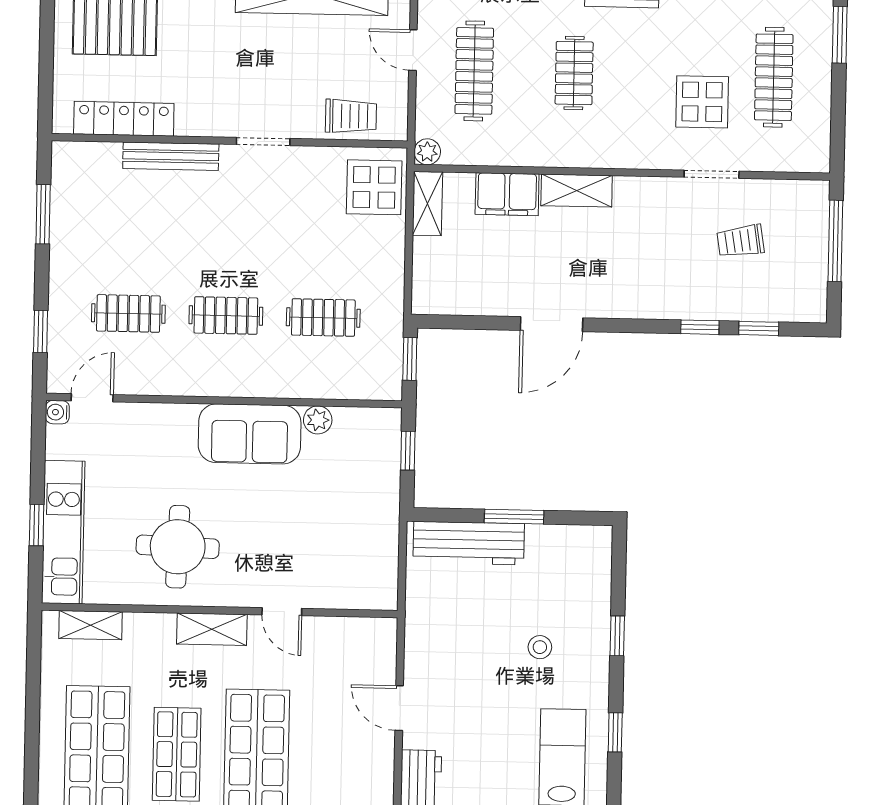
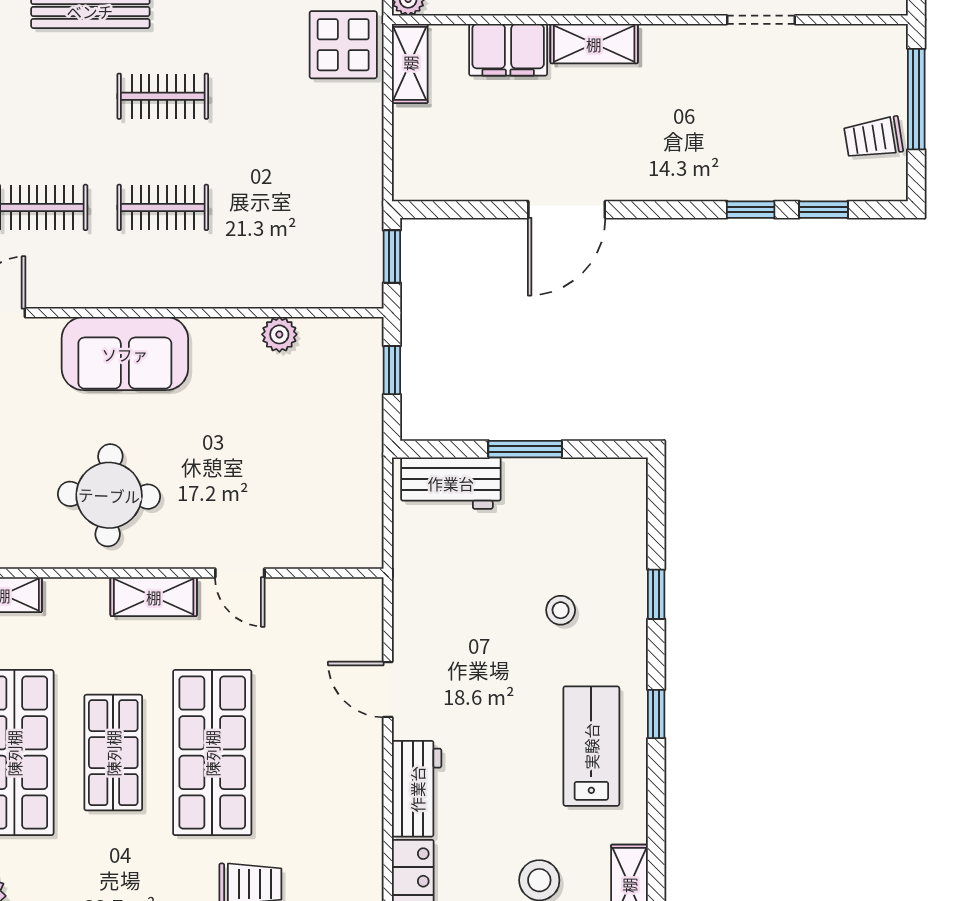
trolley: (740, 241) -> (873, 138), moved
clothes rail: (323, 318) -> (163, 96), moved
sofa: (250, 434) -> (125, 354), moved
workbench: (469, 543) -> (451, 483), width x0.73

